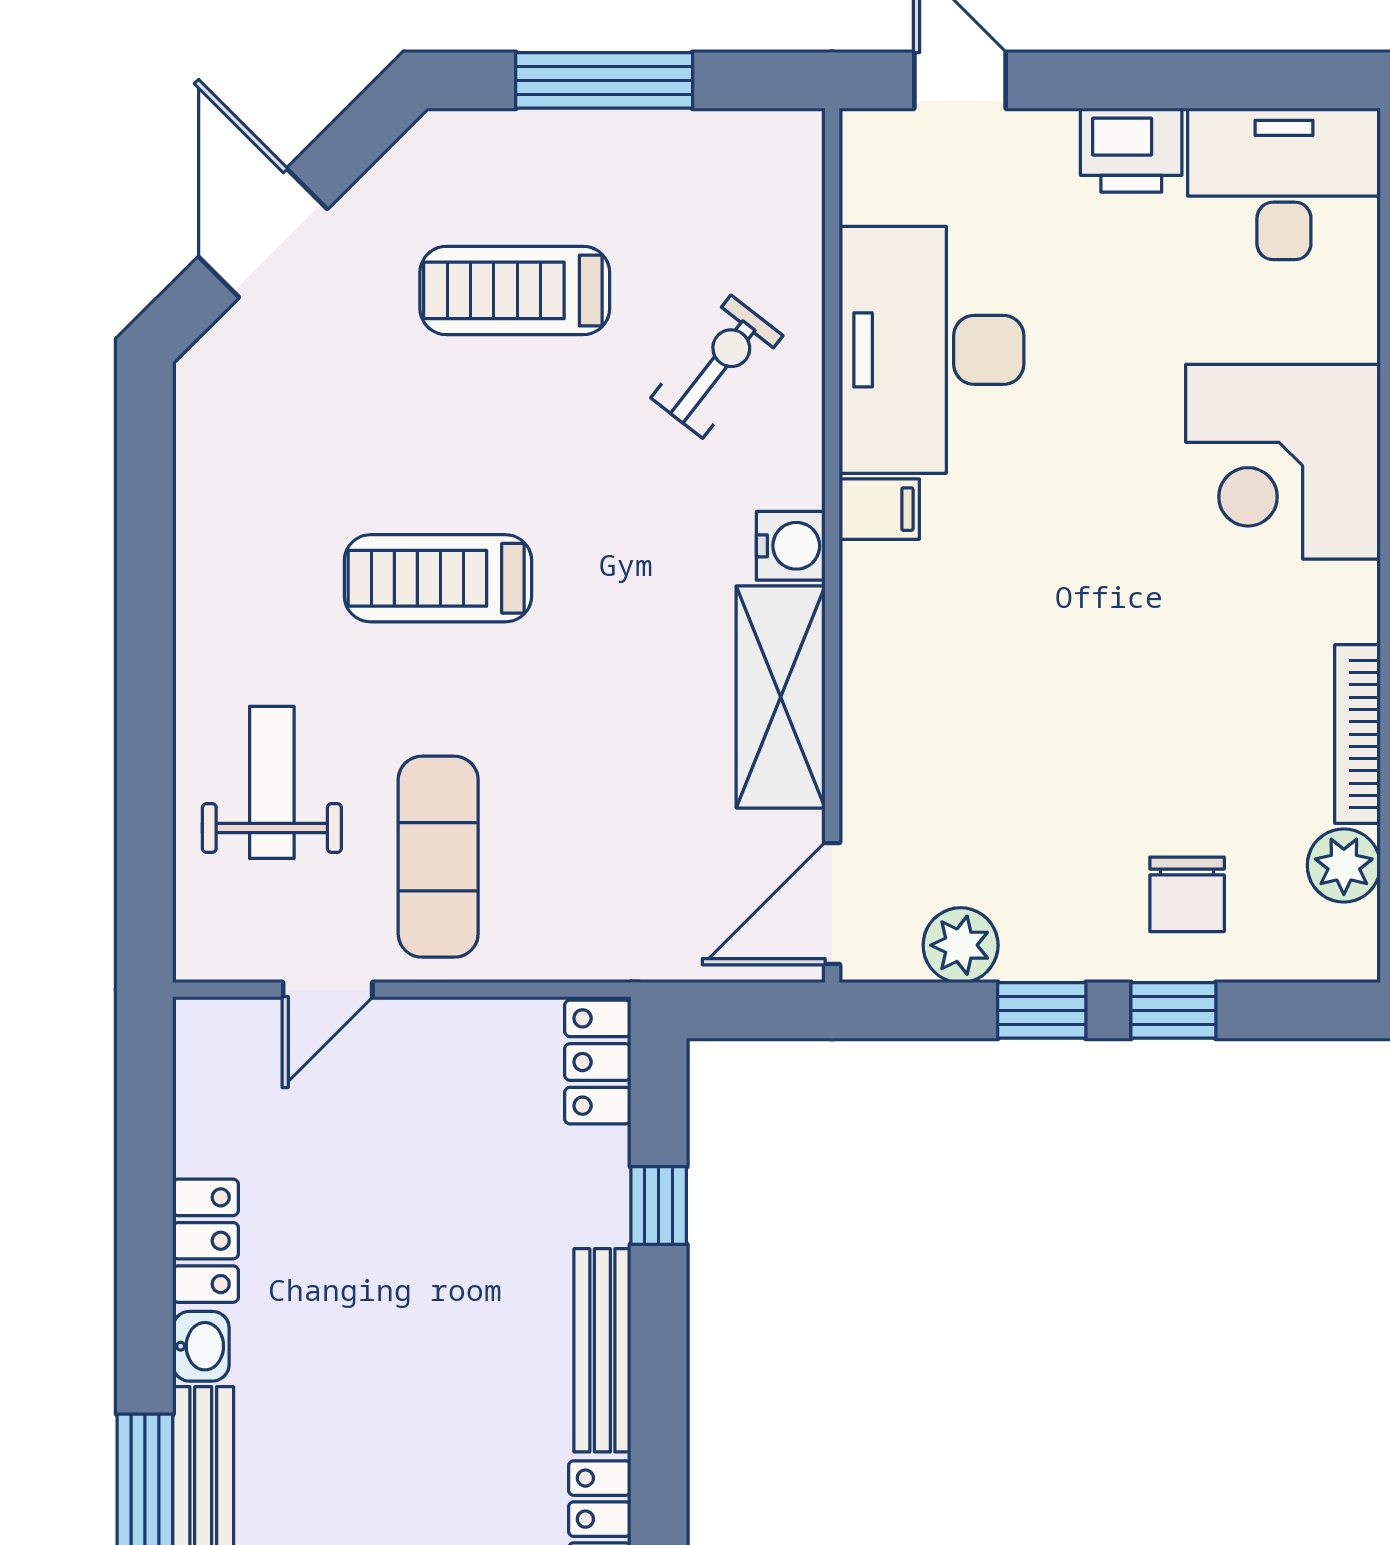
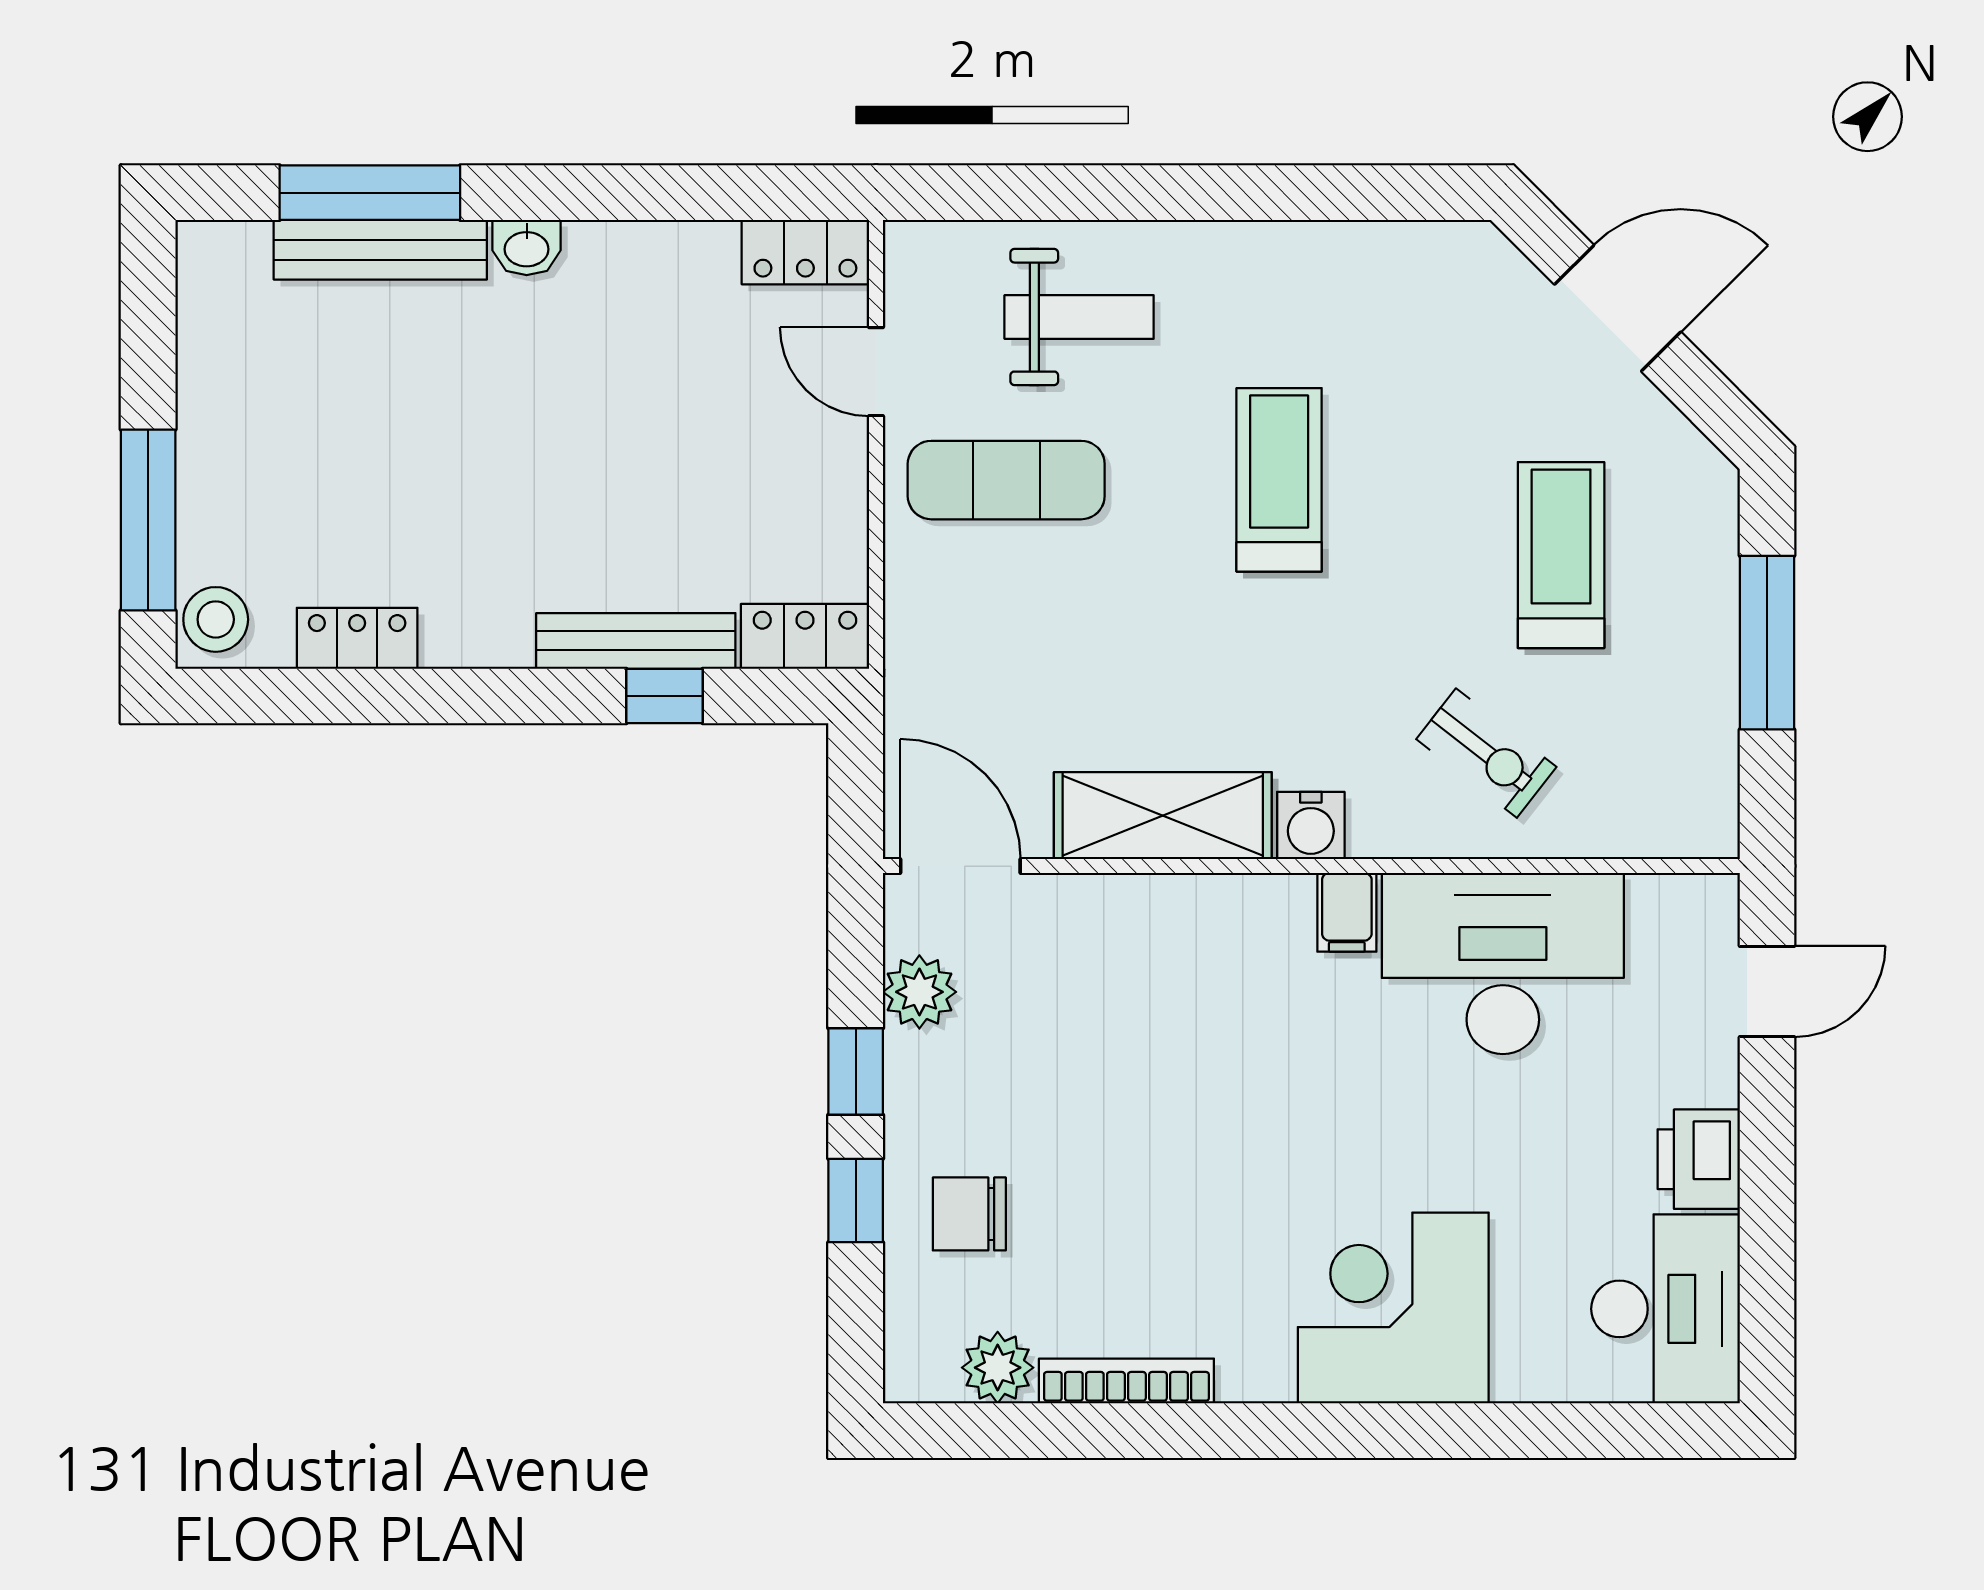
locker: (206, 1241) -> (805, 252), moved
bench: (602, 1350) -> (636, 641), moved

